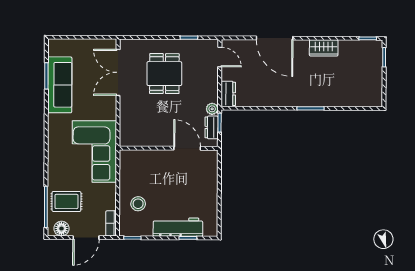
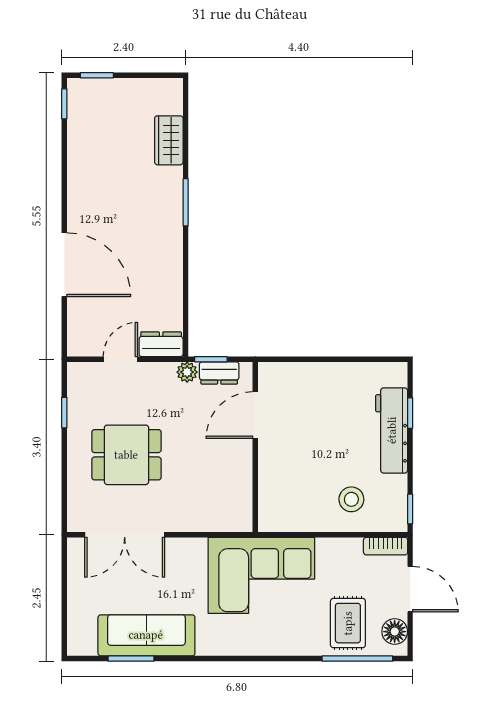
door: (275, 38) -> (64, 265), hinge flipped
wardrobe: (324, 48) -> (169, 140), moved, turned 180
door: (220, 57) -> (120, 359), moved

